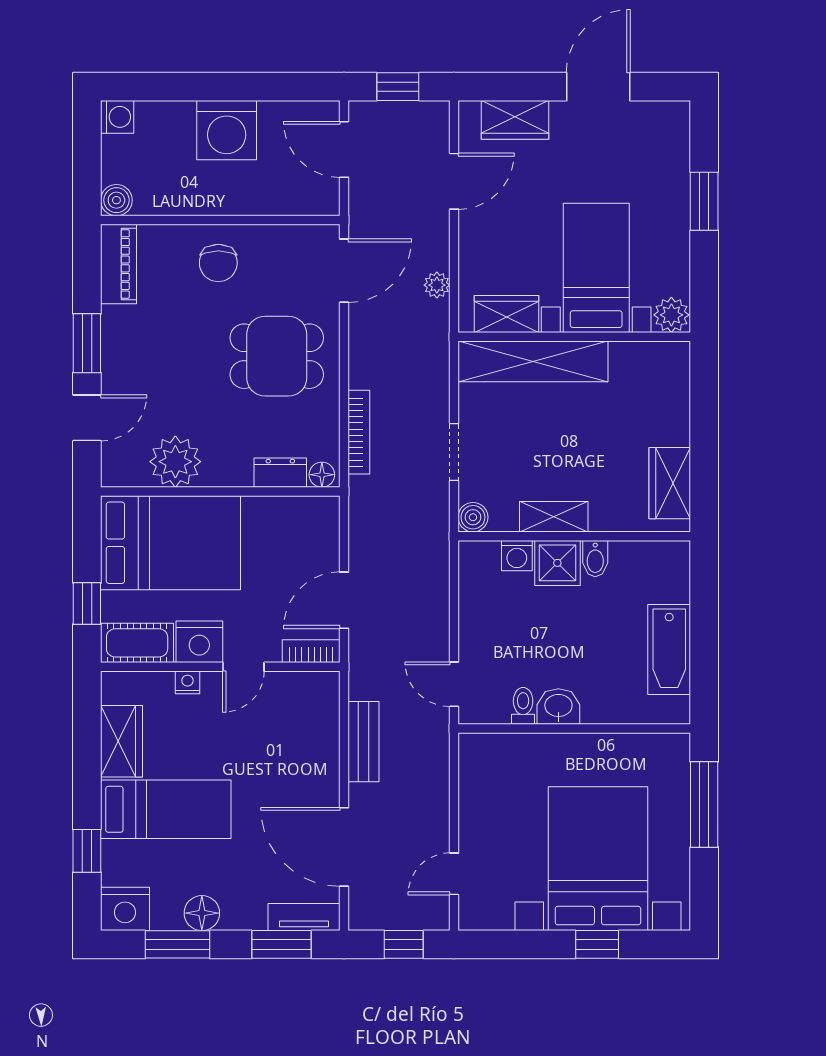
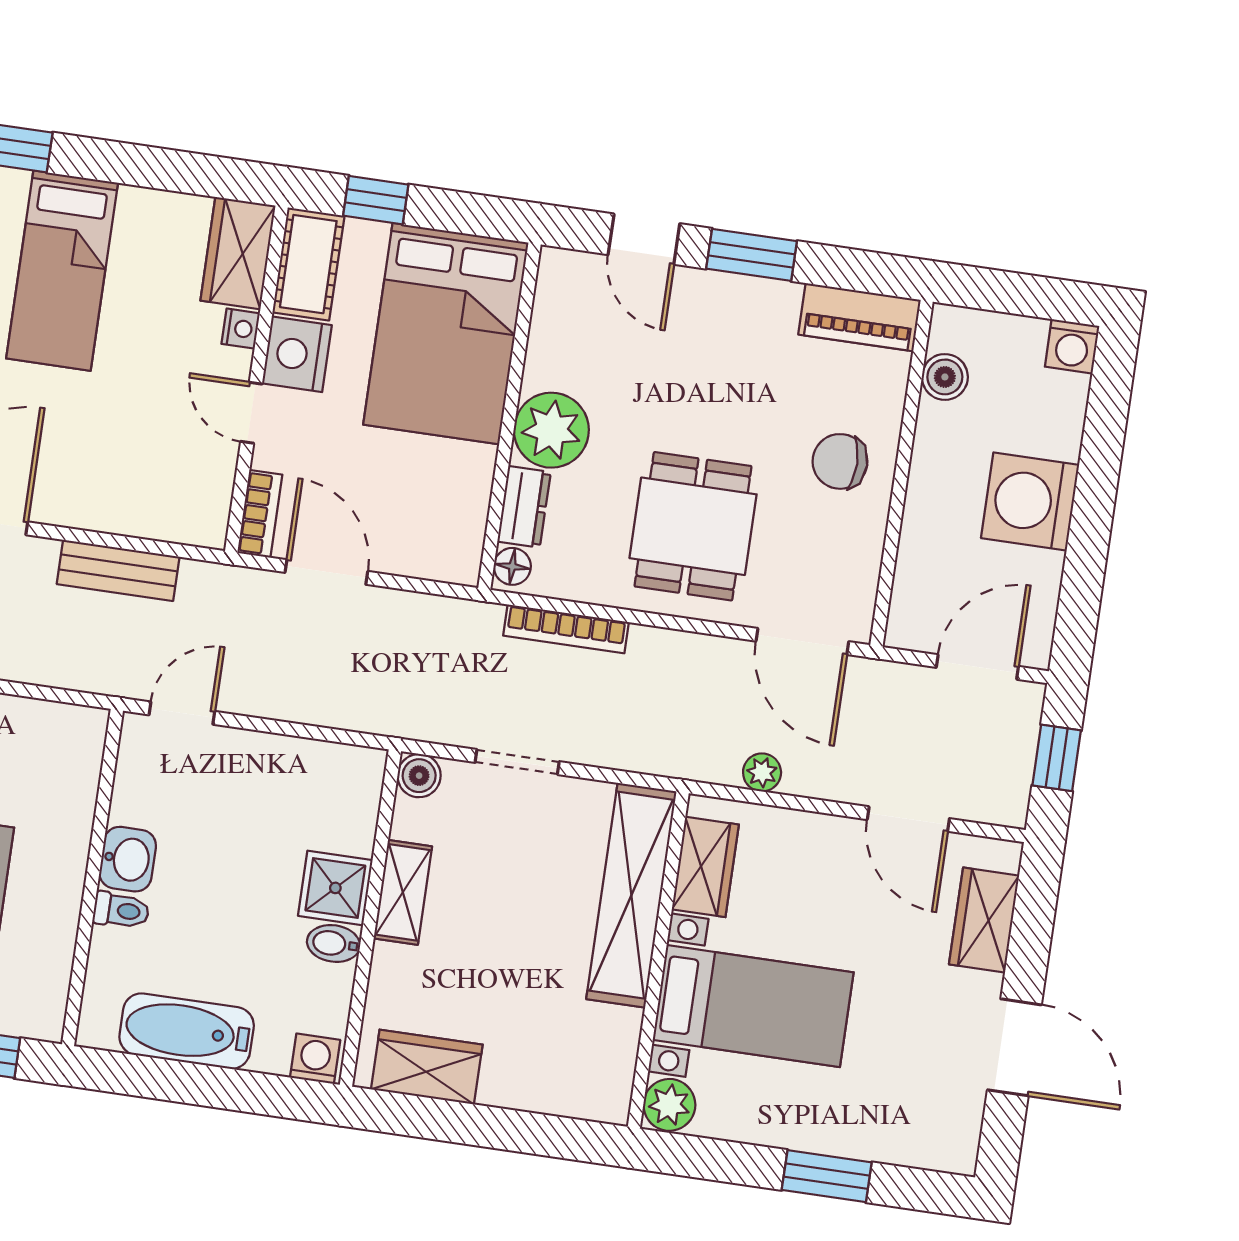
boiler: (116, 200) -> (945, 377), moved
plant: (175, 462) -> (551, 430), moved
washing machine: (517, 556) -> (315, 1059), moved, turned 90
toilet: (523, 706) -> (121, 910), moved
wardrobe: (122, 741) -> (238, 253), moved, turned 90

